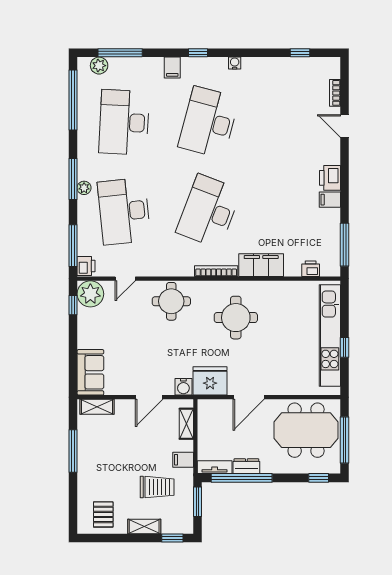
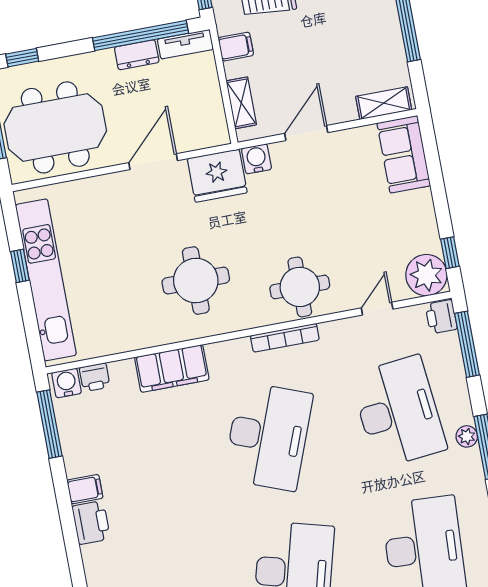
water cooler: (329, 268) -> (67, 383), added
bookcase: (216, 271) -> (285, 338), moved

